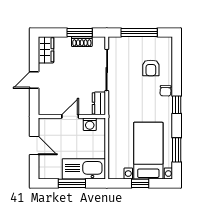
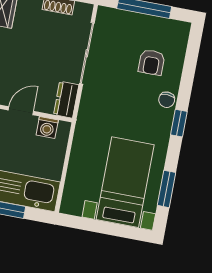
window: (140, 183) -> (104, 228), removed

